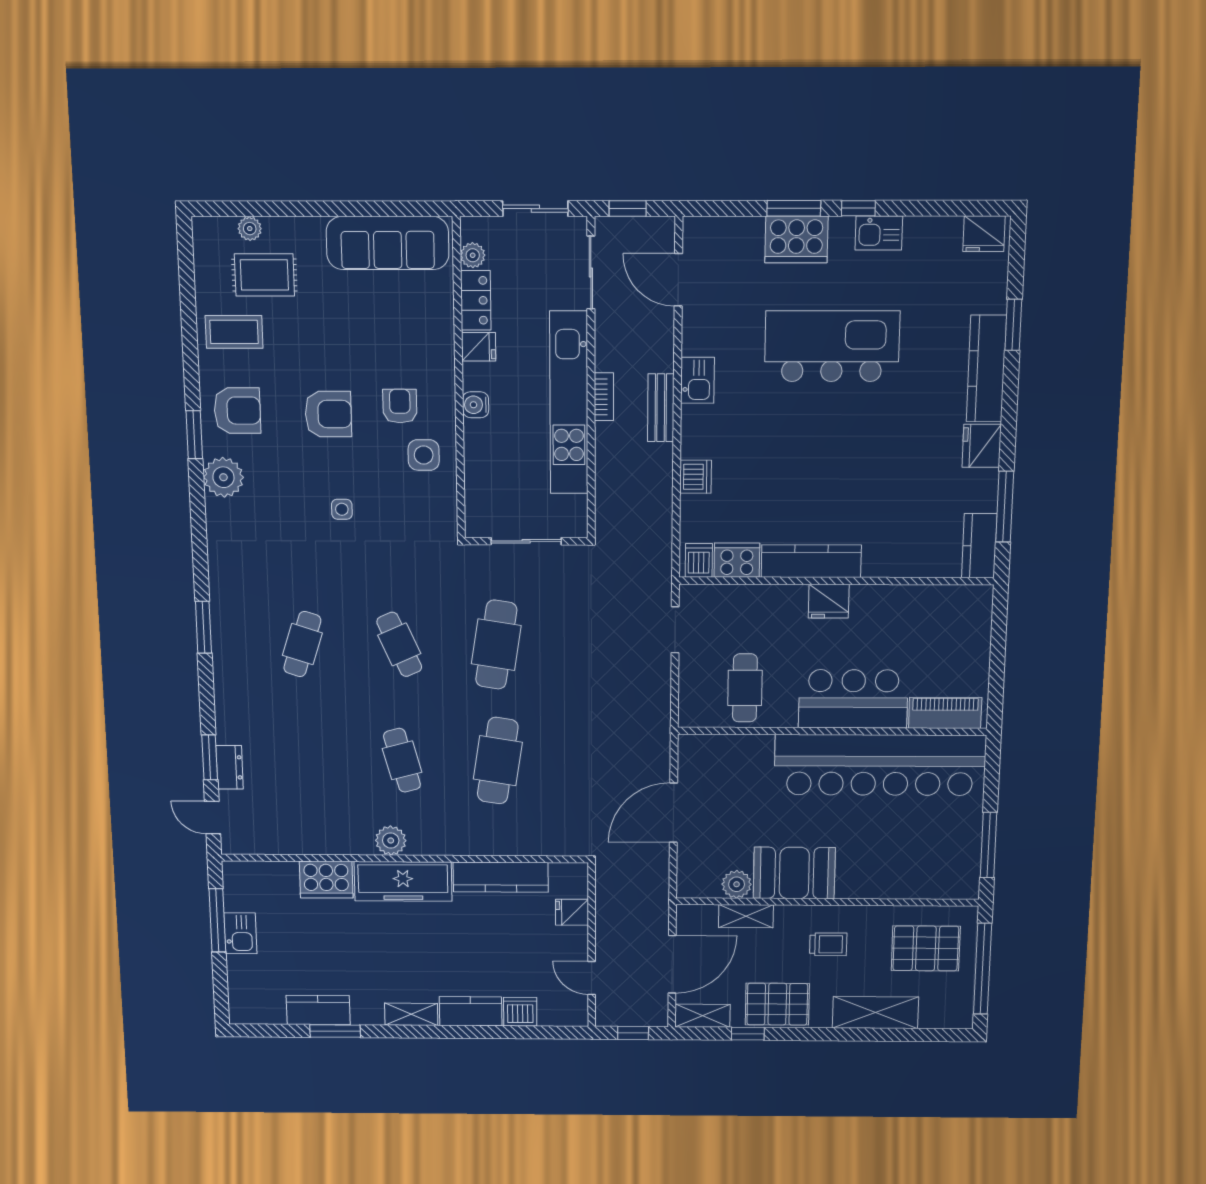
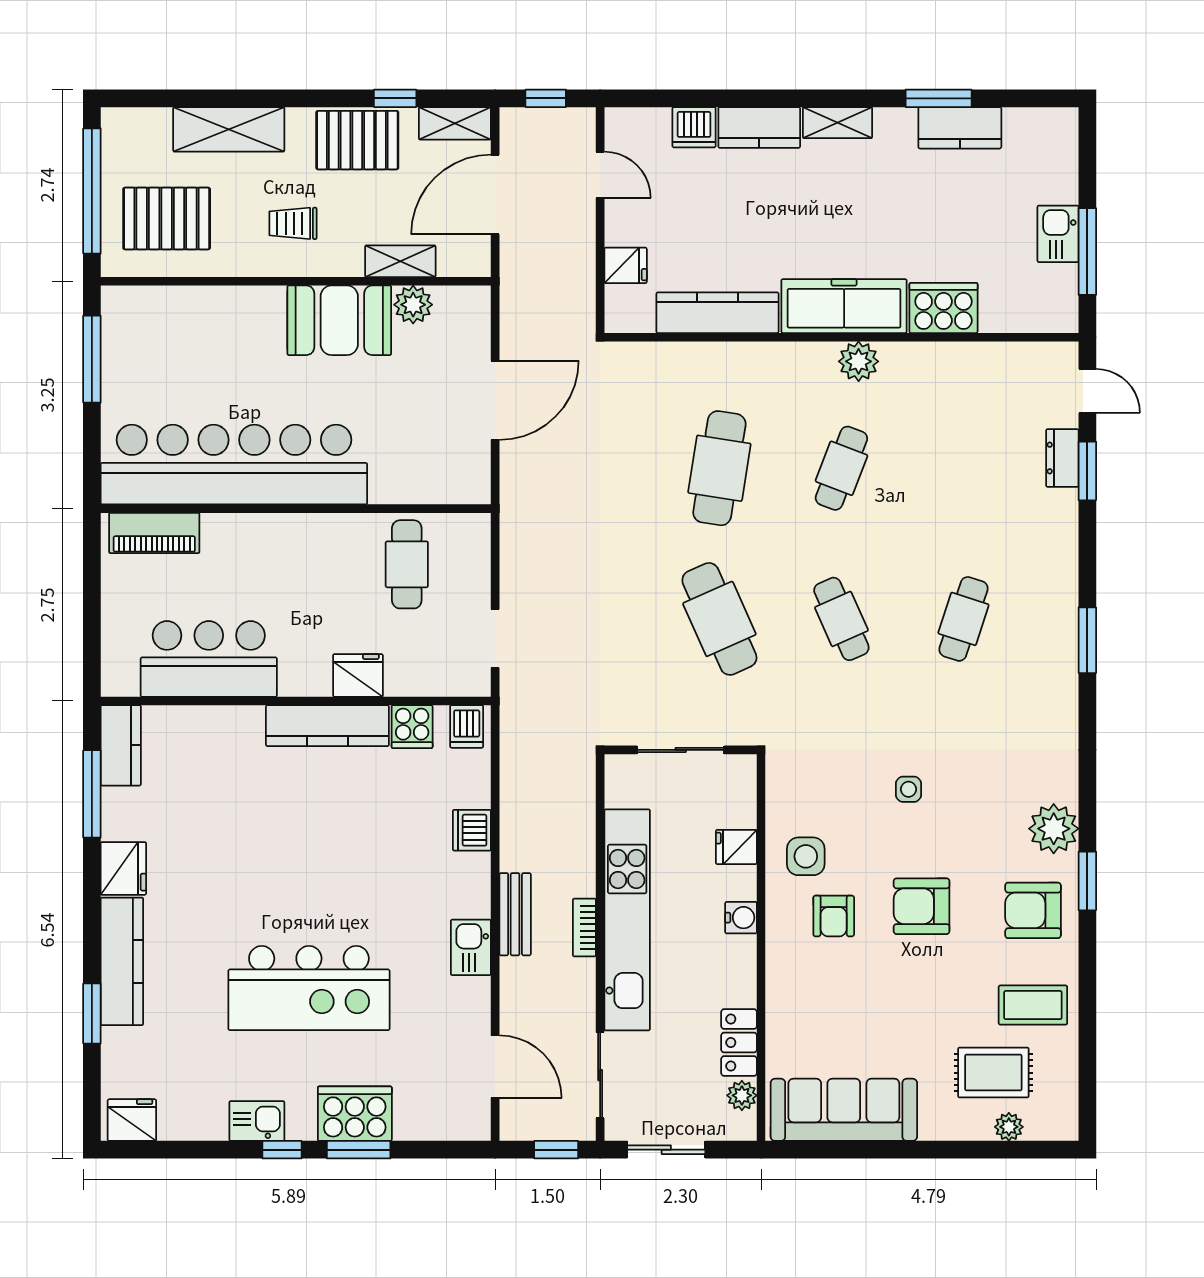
fridge: (479, 347) -> (736, 847), moved
cooker: (737, 560) -> (412, 727), width x0.73
fridge: (829, 601) -> (358, 675), moved
cafe table: (496, 645) -> (719, 619), turned -33
bar counter: (853, 699) -> (209, 659), moved, turned 180
cafe table: (402, 760) -> (841, 468), turned 36

